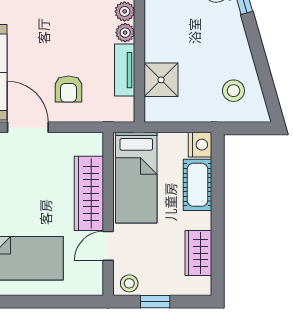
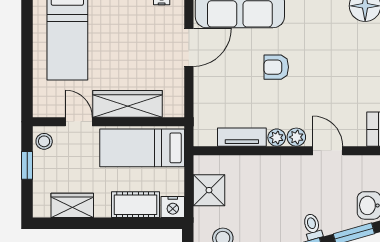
shower: (161, 80) -> (209, 190), moved
armchair: (68, 89) -> (276, 67), moved

